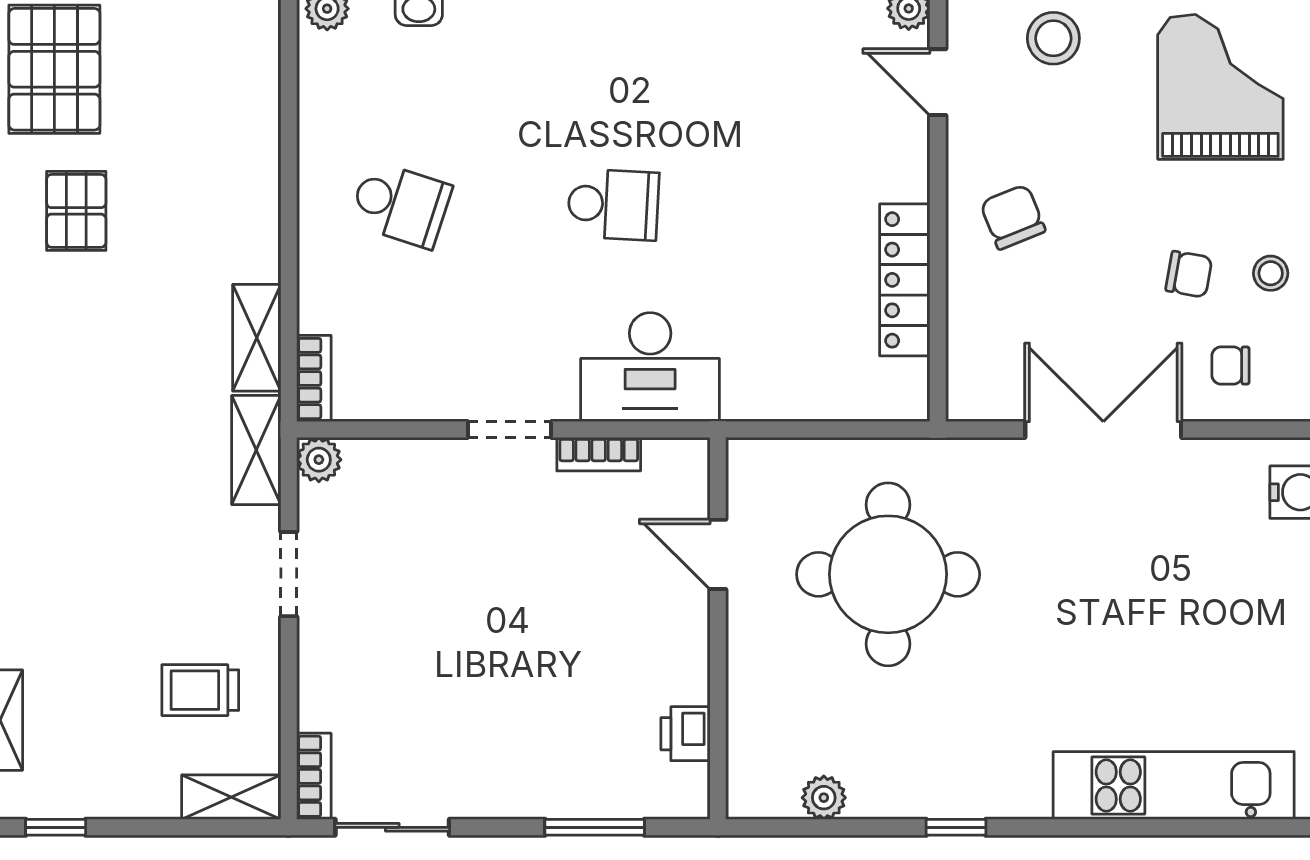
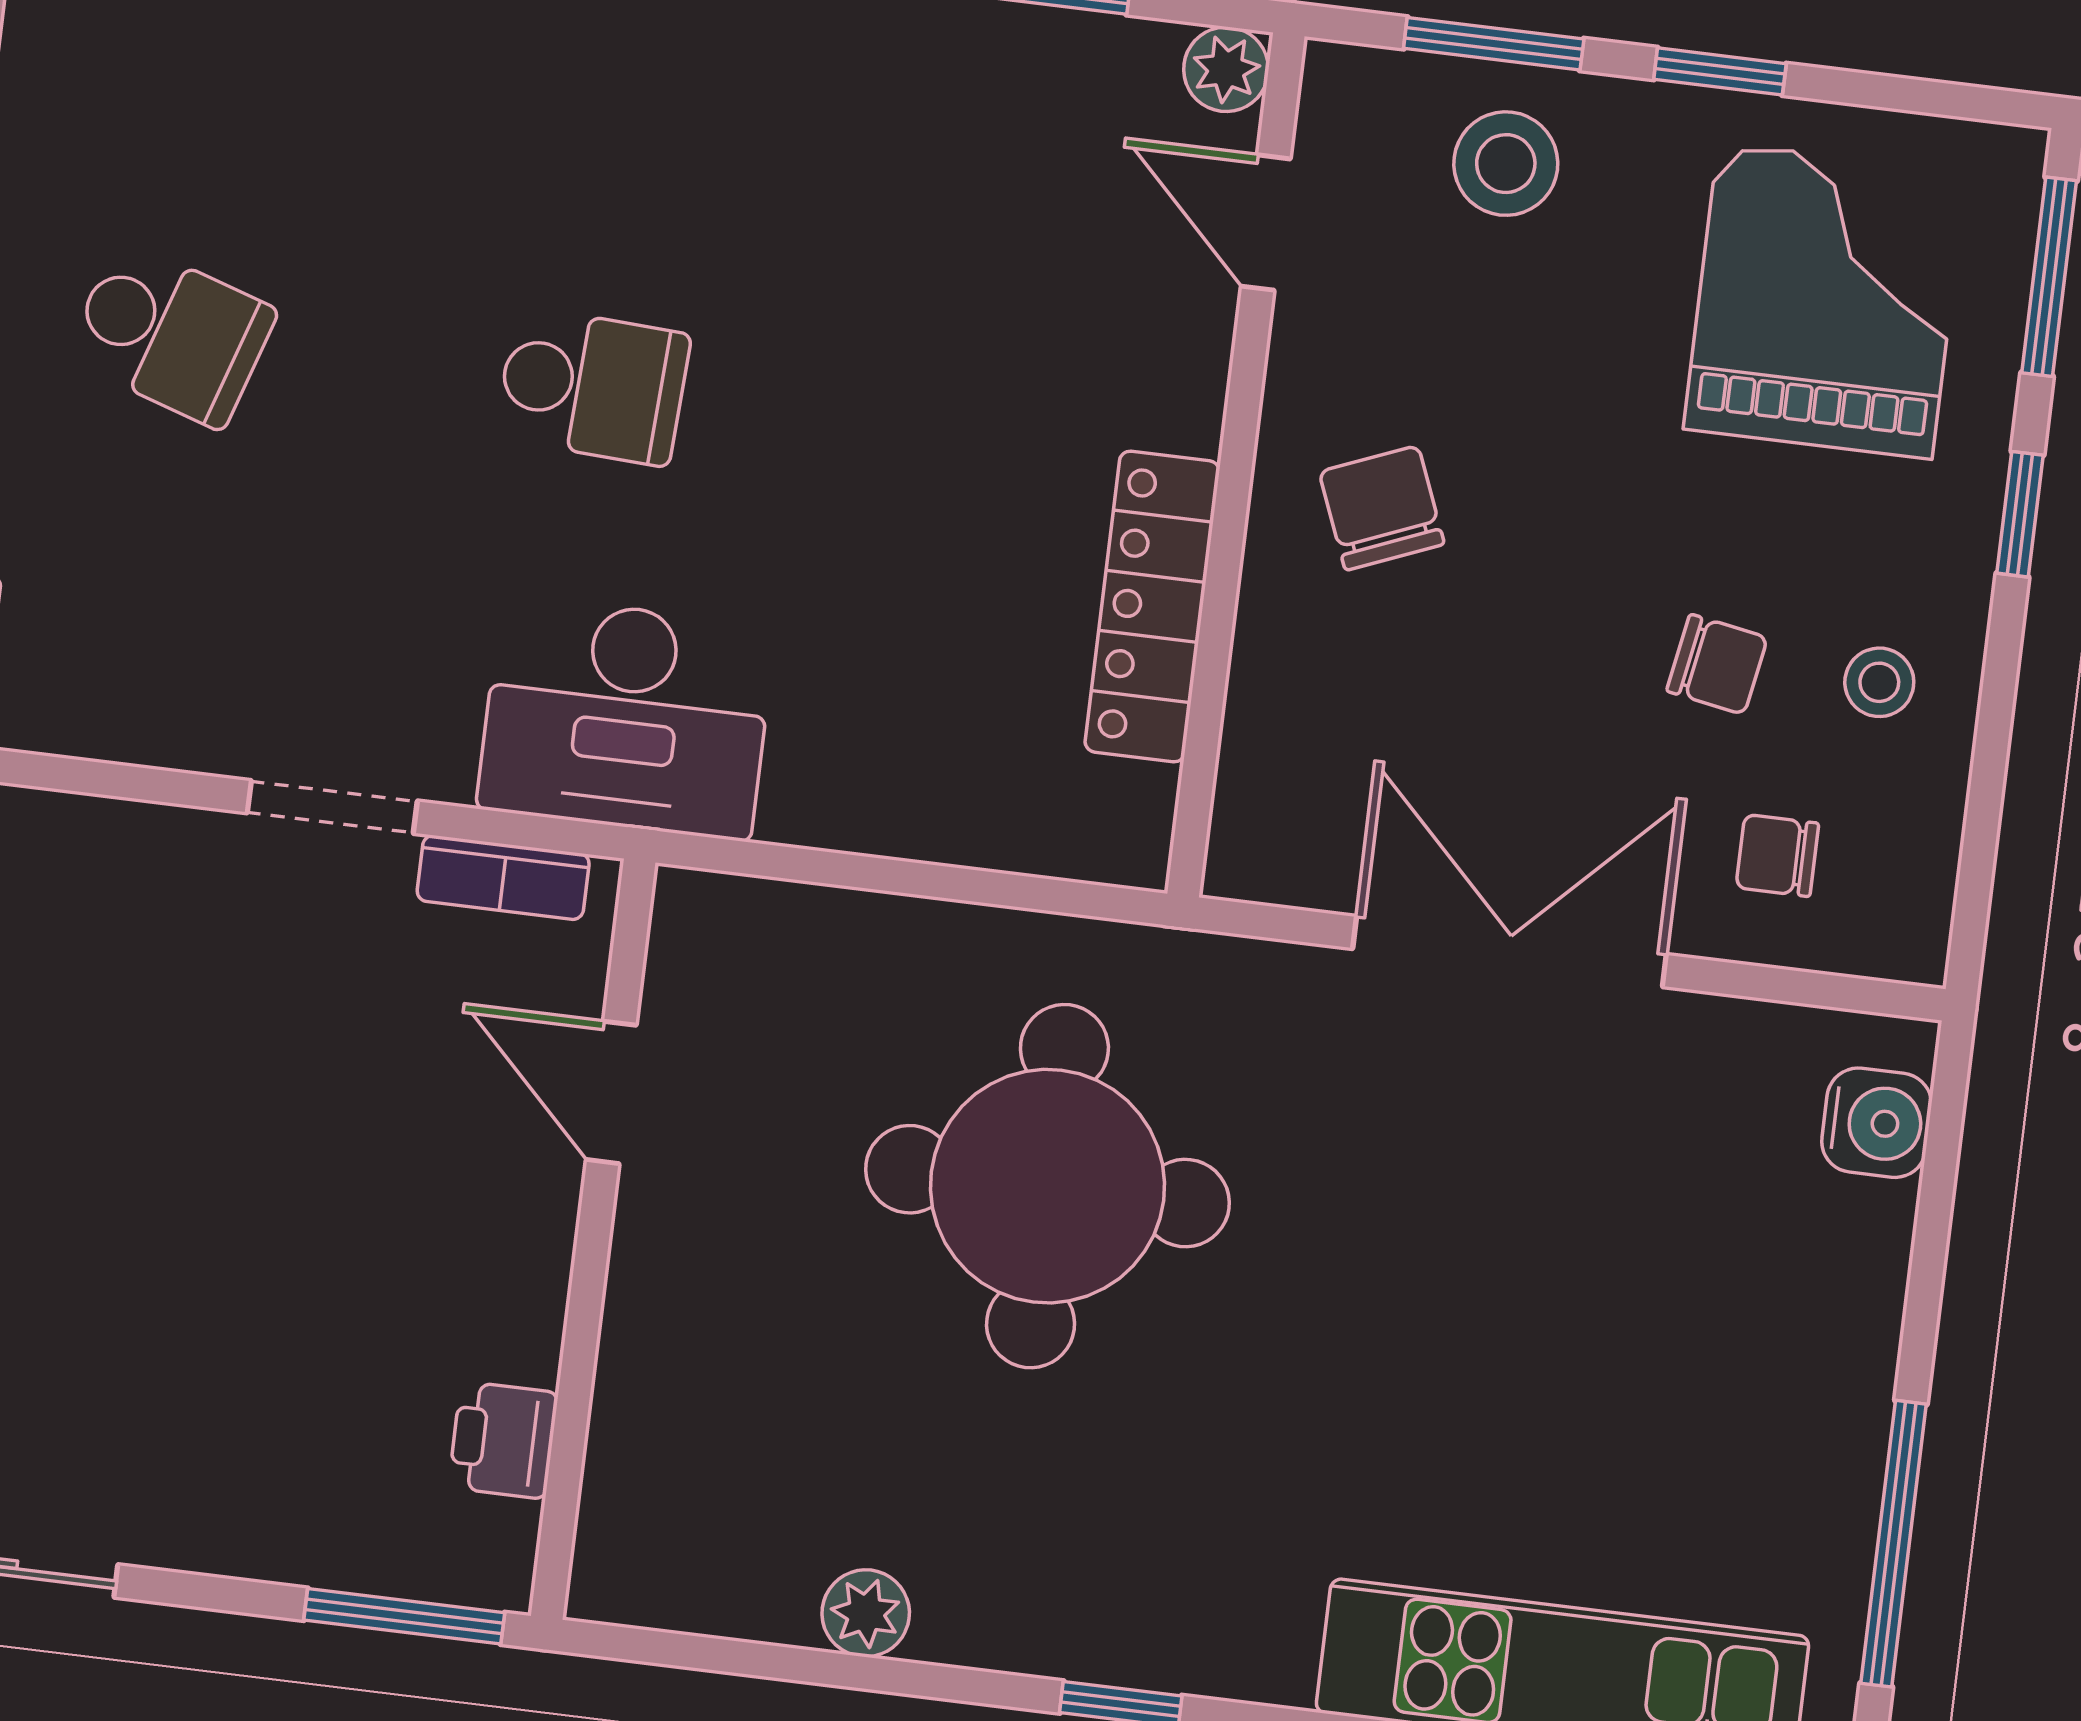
door: (718, 554) -> (611, 1092), moved
wall: (718, 628) -> (593, 1239), moved
printer: (685, 734) -> (503, 1440), moved

